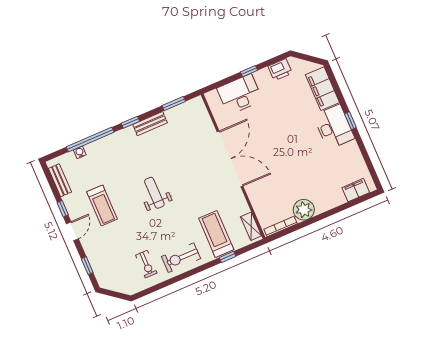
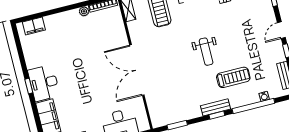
bench: (150, 124) -> (216, 107), moved
treadmill: (102, 205) -> (233, 77), moved, turned 90
plant: (304, 210) -> (84, 11), width x0.53, depth x0.53

